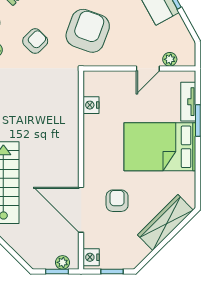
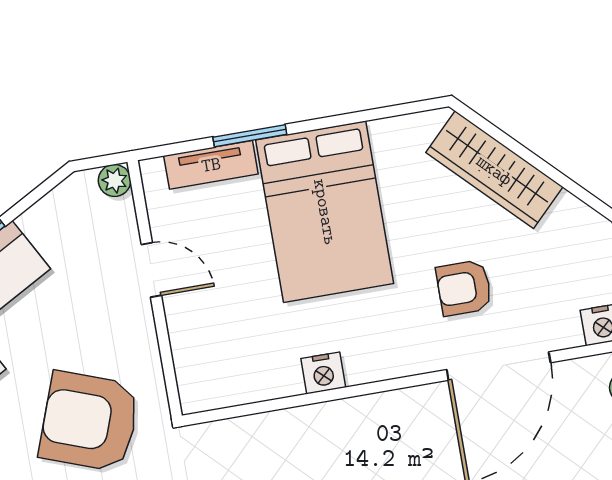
plant: (170, 59) -> (115, 180), moved
nightstand: (91, 105) -> (323, 373), moved

